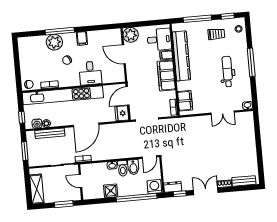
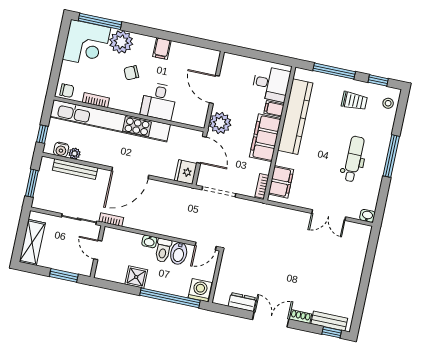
window: (60, 31) -> (100, 21), moved
plant: (131, 35) -> (220, 123), moved
corner desk: (32, 50) -> (87, 43), added
door: (128, 96) -> (202, 150), swing flipped
dresser: (173, 187) -> (242, 302), moved
window: (180, 194) -> (332, 332), moved

